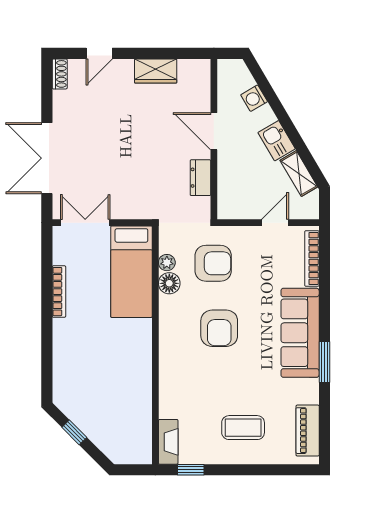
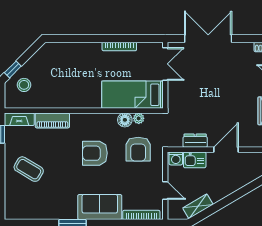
washing machine: (254, 98) -> (176, 158), moved, turned -150
kitchen sink: (277, 141) -> (195, 160), moved, turned -150
sofa: (300, 333) -> (100, 207), width x0.73
coffee table: (243, 428) -> (29, 169), turned -59
piano: (308, 431) -> (52, 120), moved, turned 180
window: (74, 432) -> (13, 69), moved
stool: (117, 435) -> (24, 85), added

